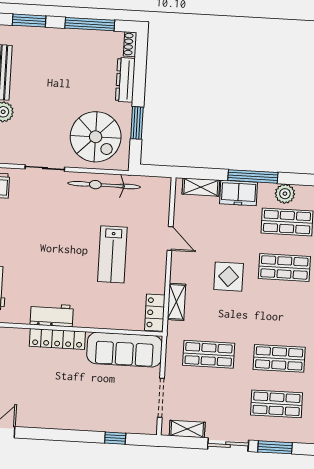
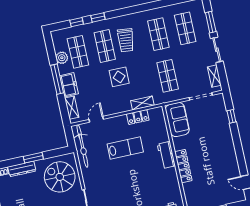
window: (137, 123) -> (33, 158), moved
spiral stairs: (96, 137) -> (60, 177), turned -90
bicycle: (104, 185) -> (82, 146), moved
door: (170, 238) -> (96, 119), moved
trolley: (284, 304) -> (126, 40), added
locker: (155, 313) -> (138, 117), moved
workbench: (52, 315) -> (166, 155), moved
sofa: (124, 350) -> (177, 120), width x0.73

